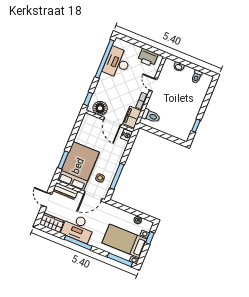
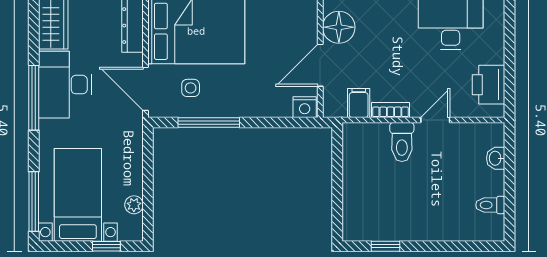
toilet: (151, 116) -> (402, 142), moved
filing cabinet: (132, 117) -> (359, 103), width x0.50

